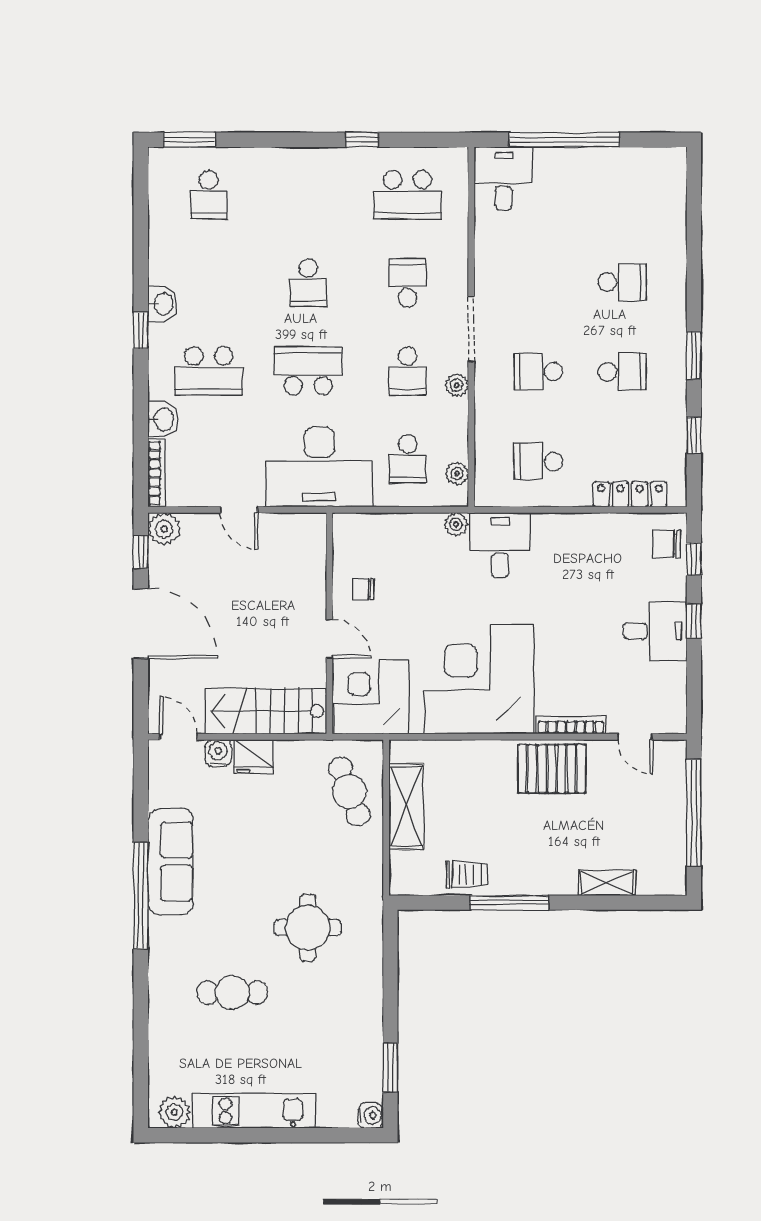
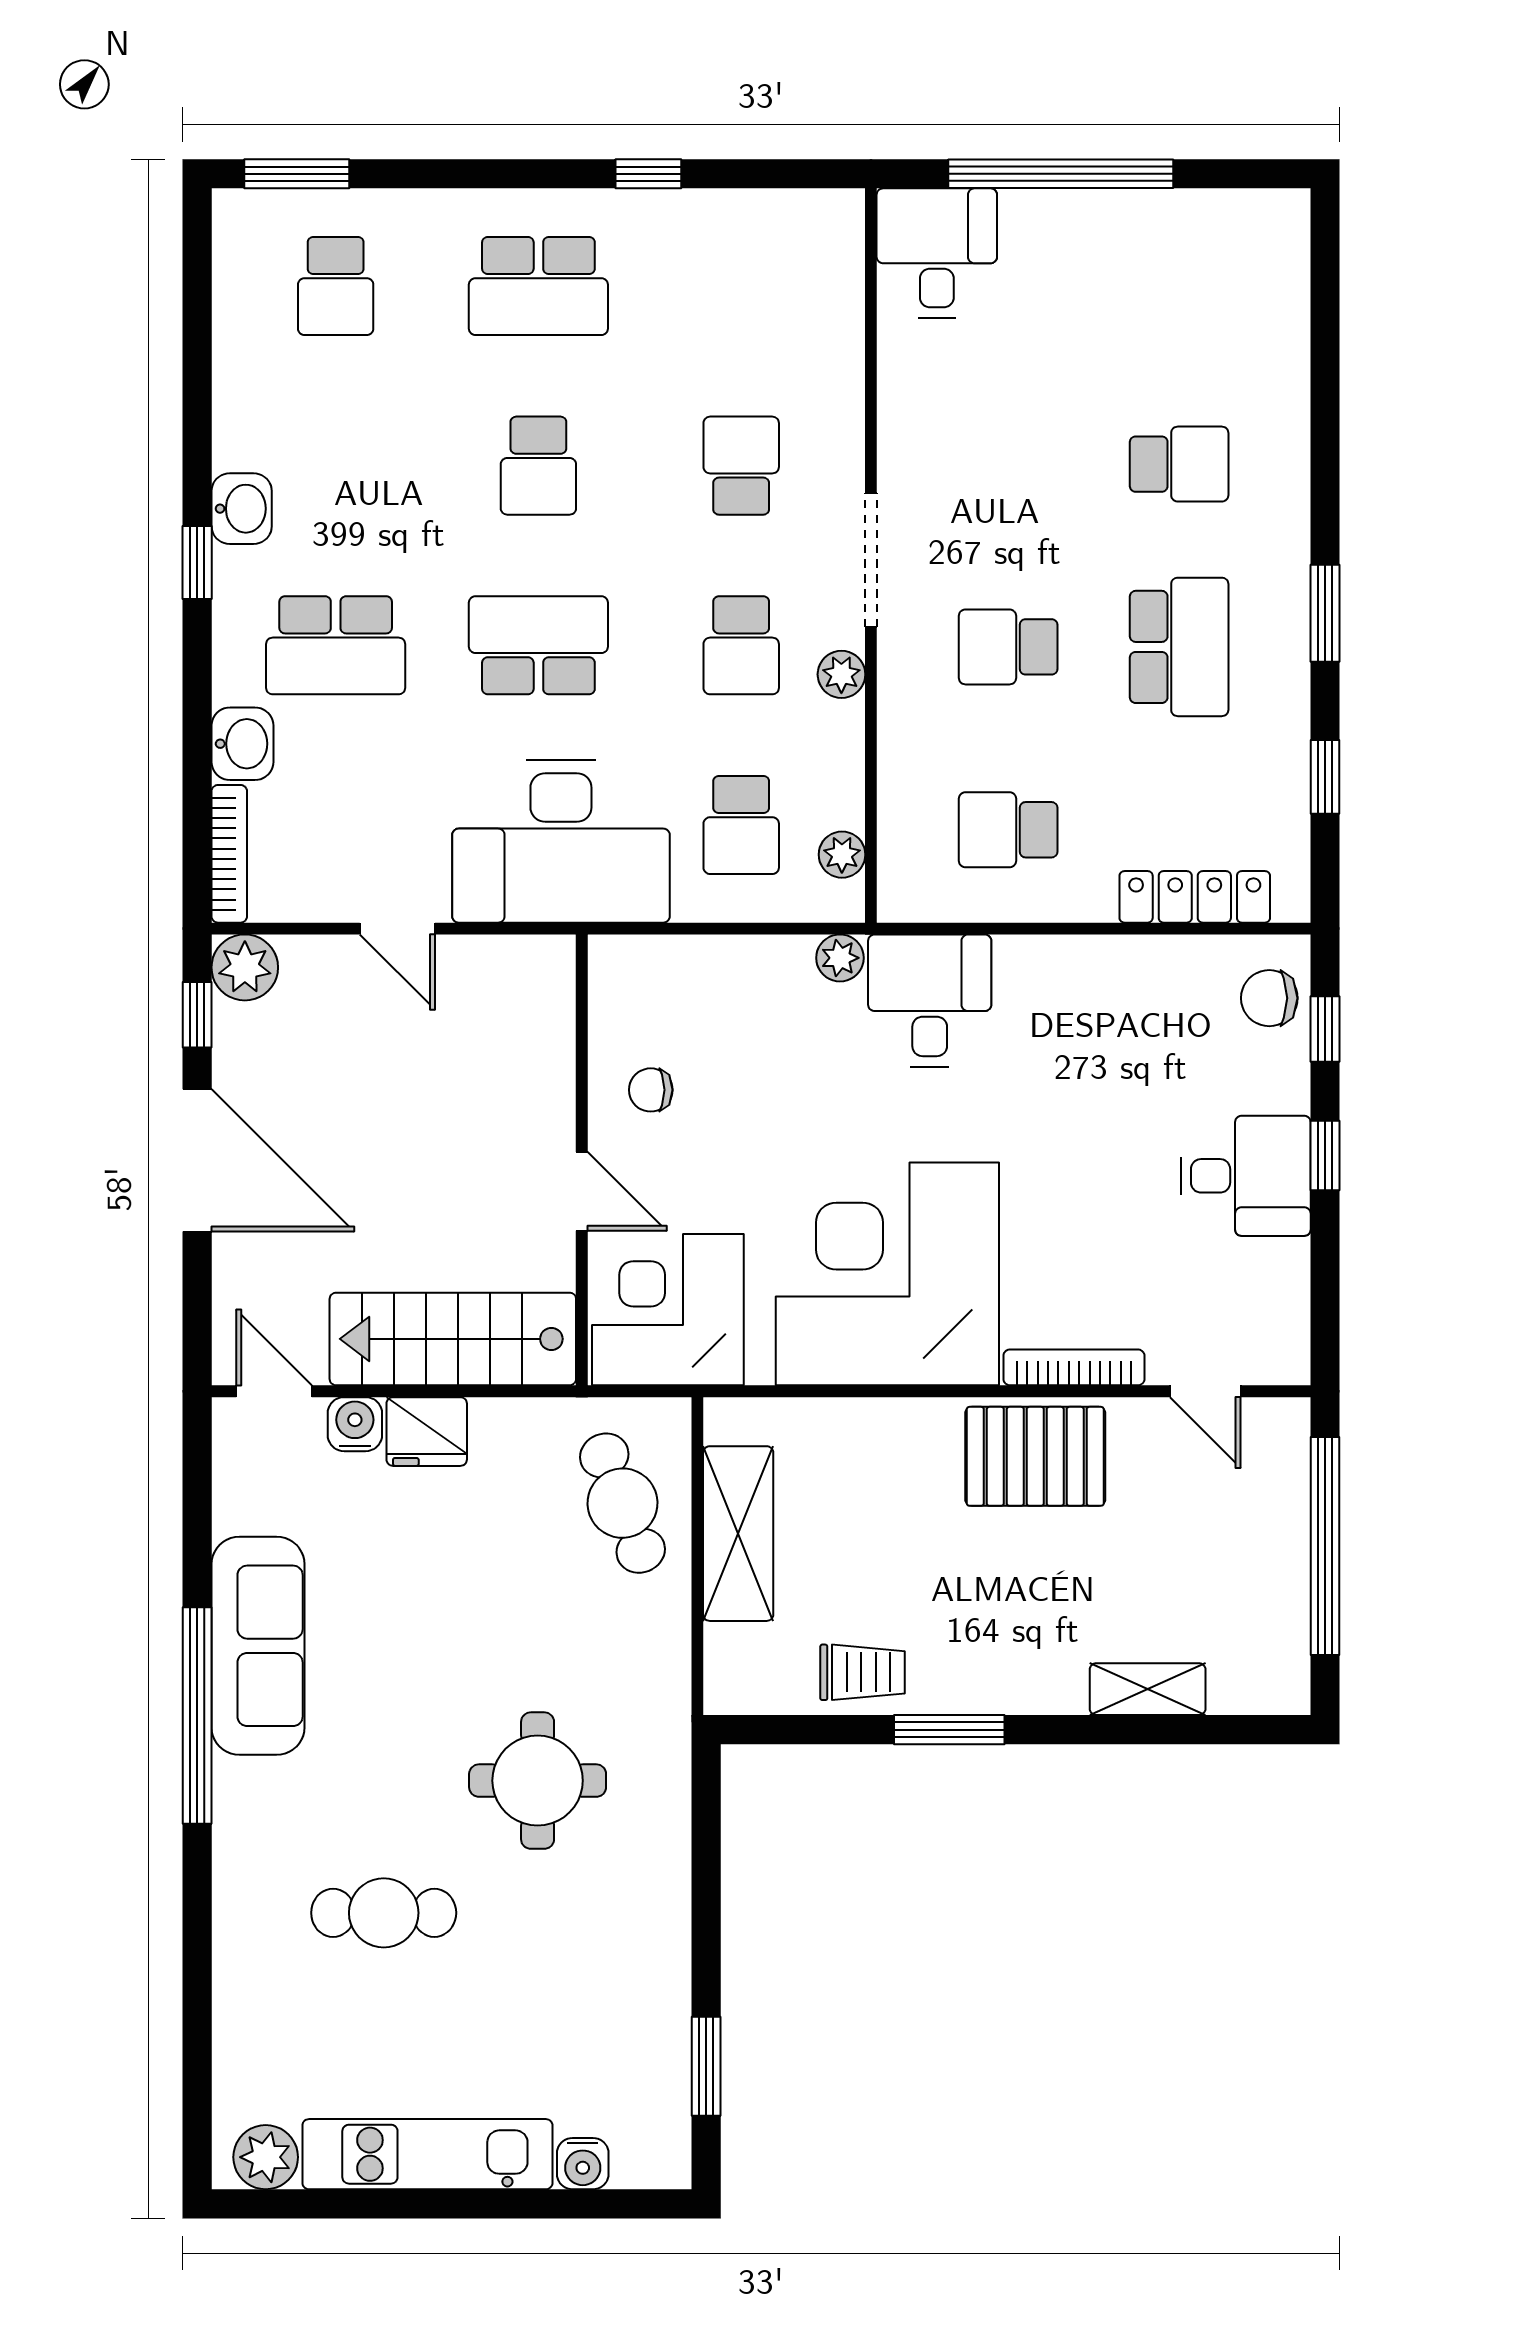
school desk: (408, 195) -> (538, 286), moved
school desk: (622, 372) -> (1179, 647), width x1.85
window: (510, 903) -> (949, 1730), width x0.69
water cooler: (371, 1115) -> (583, 2164), moved, turned 90

